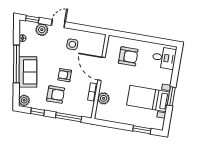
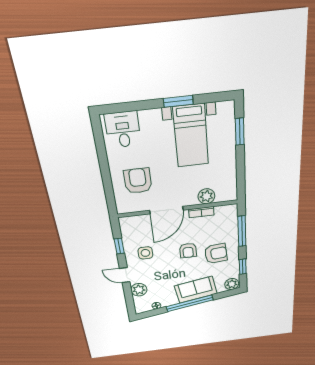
window: (32, 19) -> (119, 246), moved
armchair: (56, 94) -> (216, 254), turned 85

